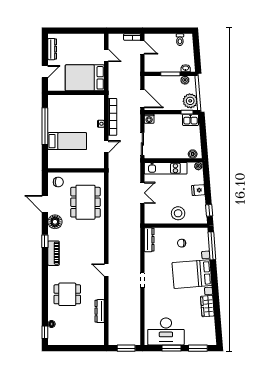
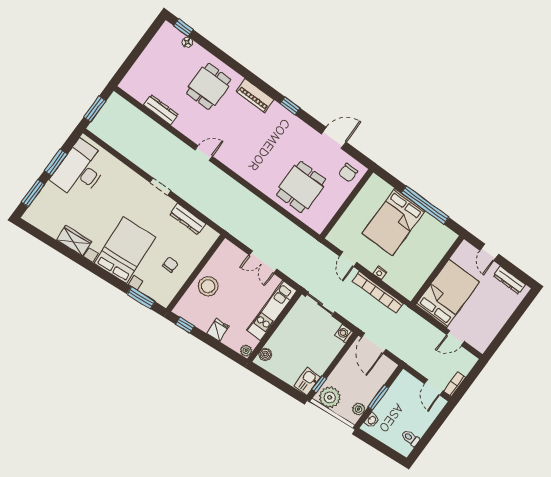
door: (142, 47) -> (434, 387), hinge flipped
door: (142, 98) -> (374, 343), hinge flipped
bed: (67, 141) -> (394, 222), width x1.50
dining table: (85, 202) -> (301, 187), width x0.73
floor lamp: (55, 222) -> (304, 134), removed
dresser: (149, 240) -> (188, 219), moved
window: (212, 246) -> (141, 298), width x0.69
piano: (54, 253) -> (255, 96), moved

